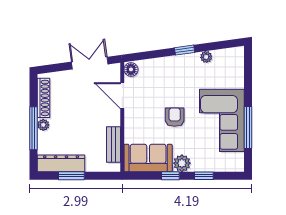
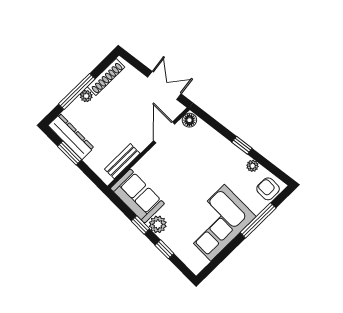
armchair: (175, 117) -> (268, 189), moved, turned -90
window: (248, 127) -> (258, 220), moved

